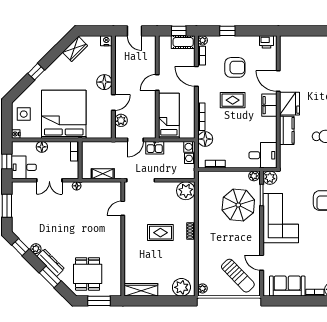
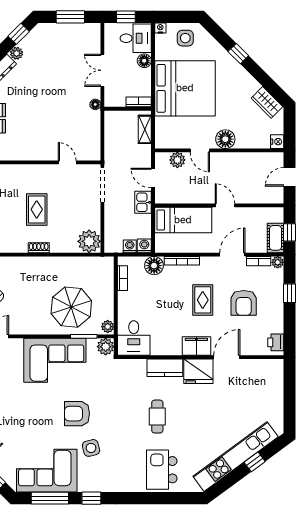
desk: (24, 167) -> (136, 38), moved, turned 90
shelving: (103, 174) -> (145, 129), moved

